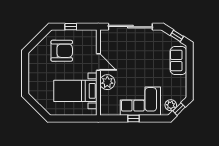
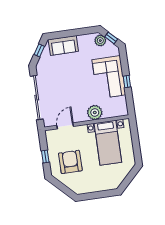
door: (98, 62) -> (65, 126), moved
plant: (171, 105) -> (100, 41), moved

